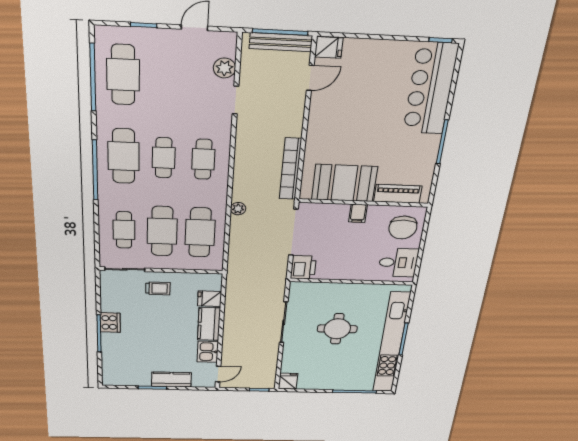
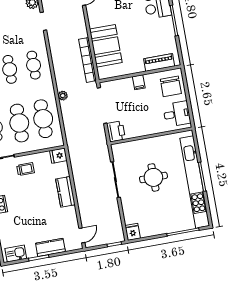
booth: (344, 183) -> (106, 46), moved, turned 90
fridge: (210, 299) -> (58, 156), moved
kitchen sink: (208, 352) -> (16, 254), moved, turned 90

